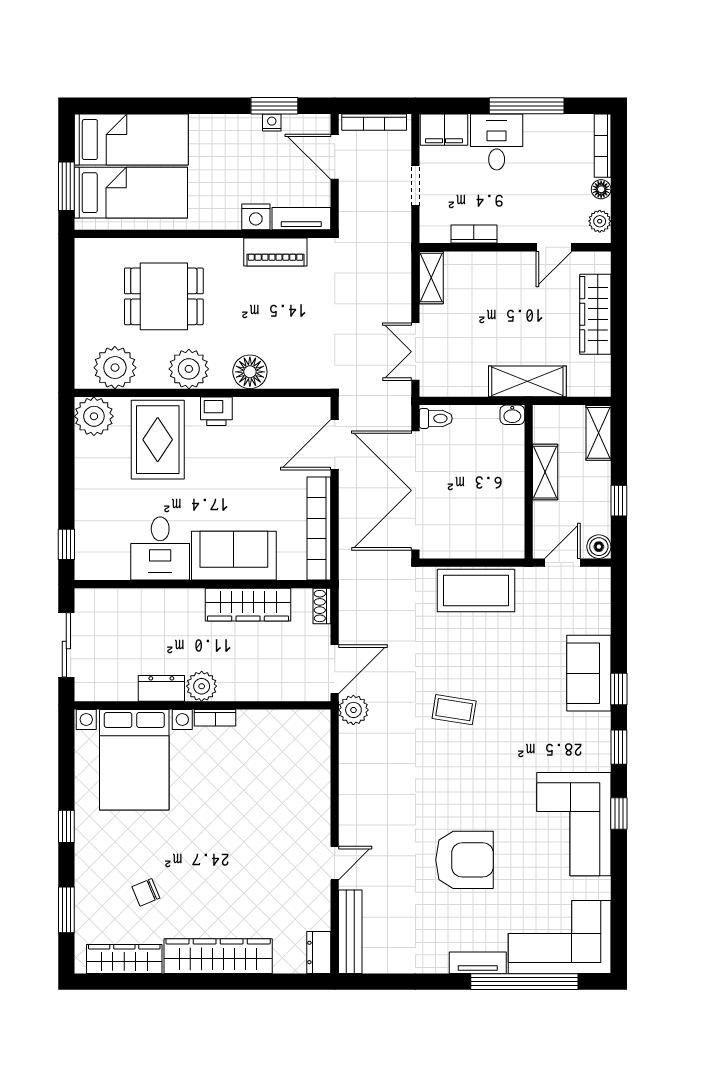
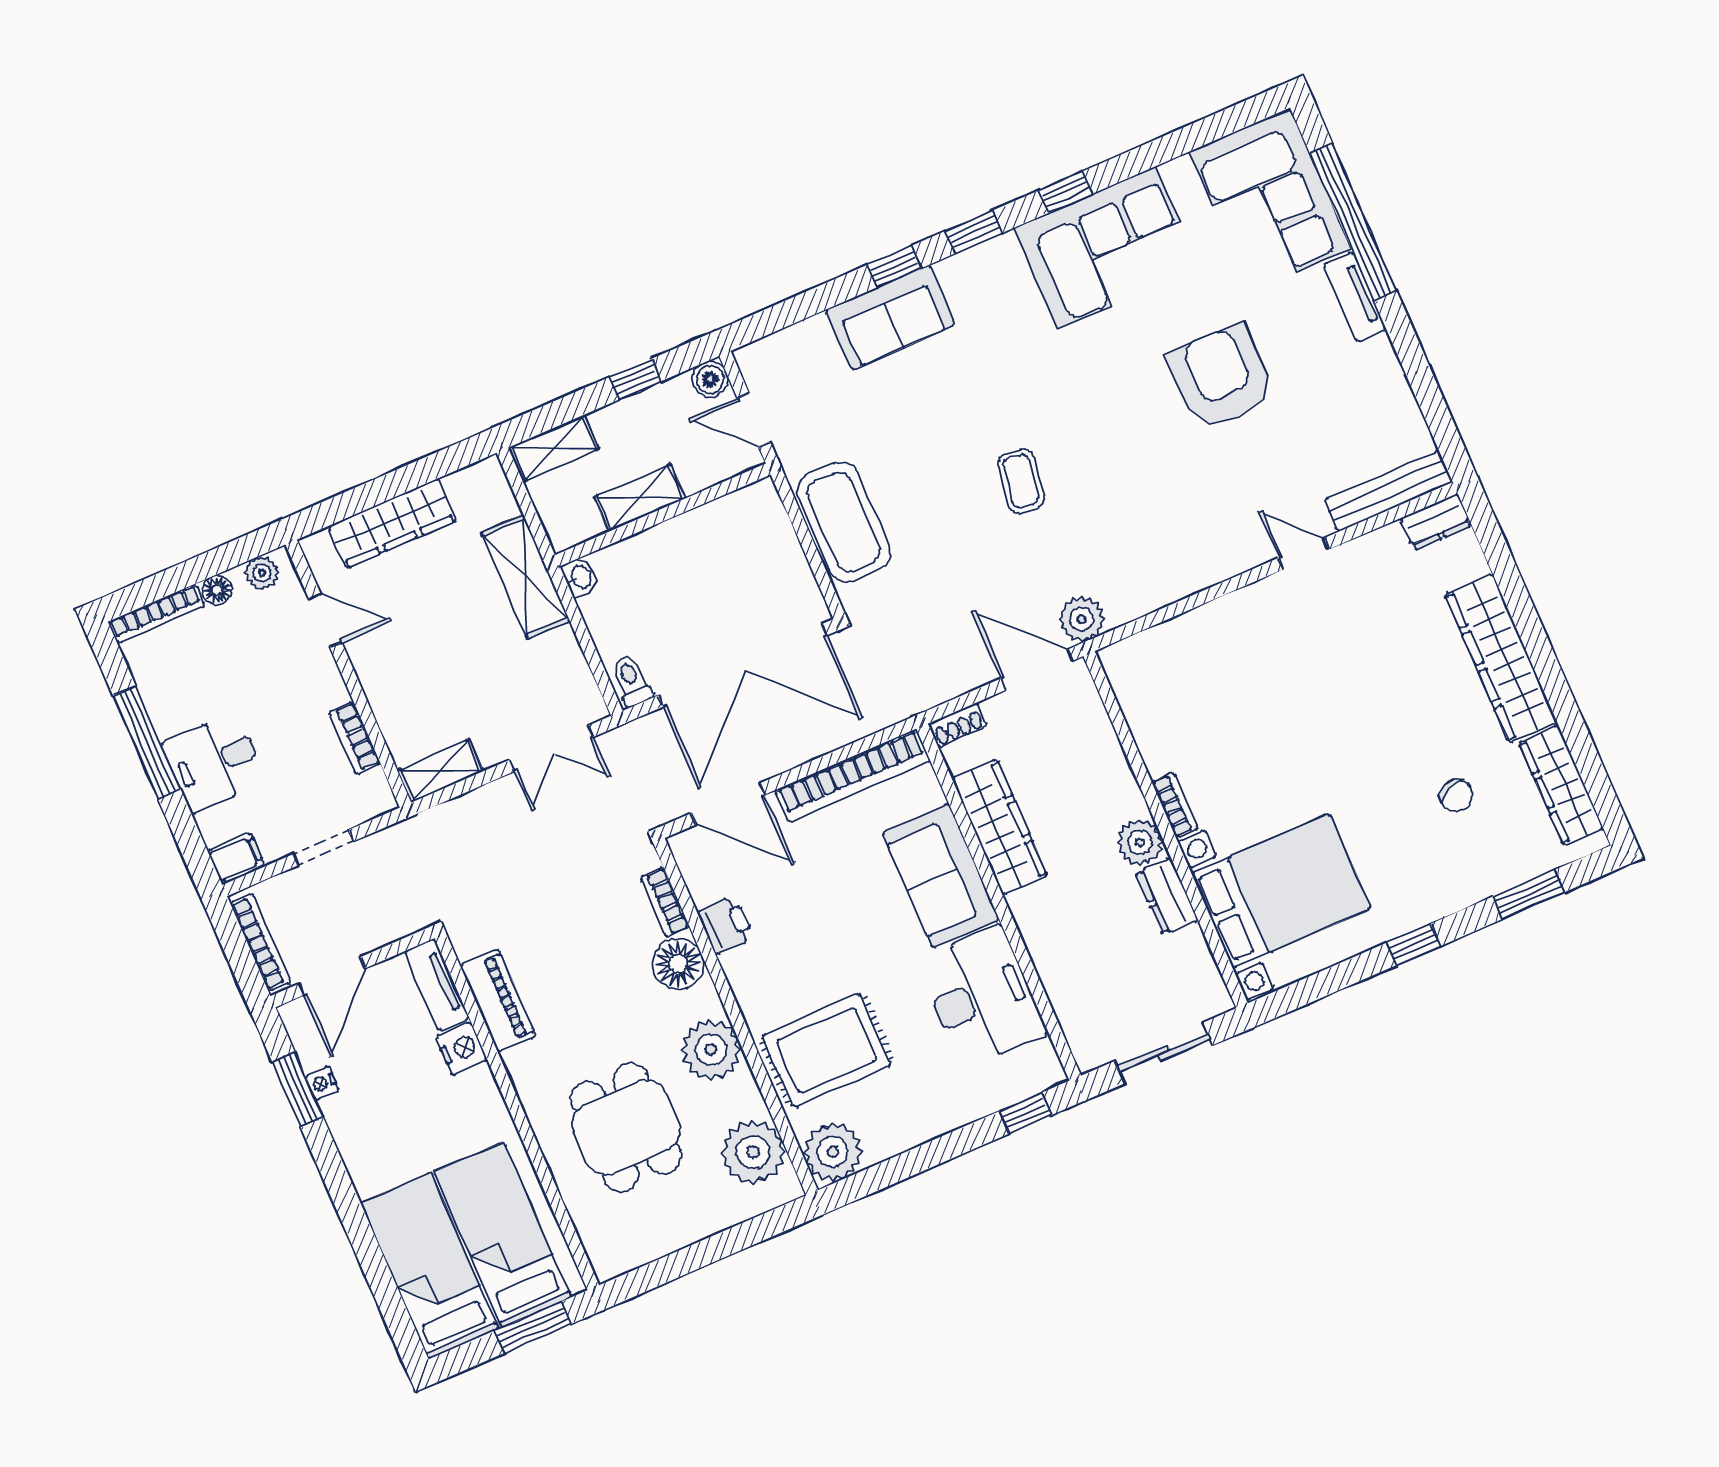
filing cabinet: (444, 130) -> (236, 858), width x0.50
bookcase: (291, 380) -> (665, 902), added
printer: (216, 411) -> (726, 925), moved
desk: (160, 548) -> (982, 997), width x1.37

